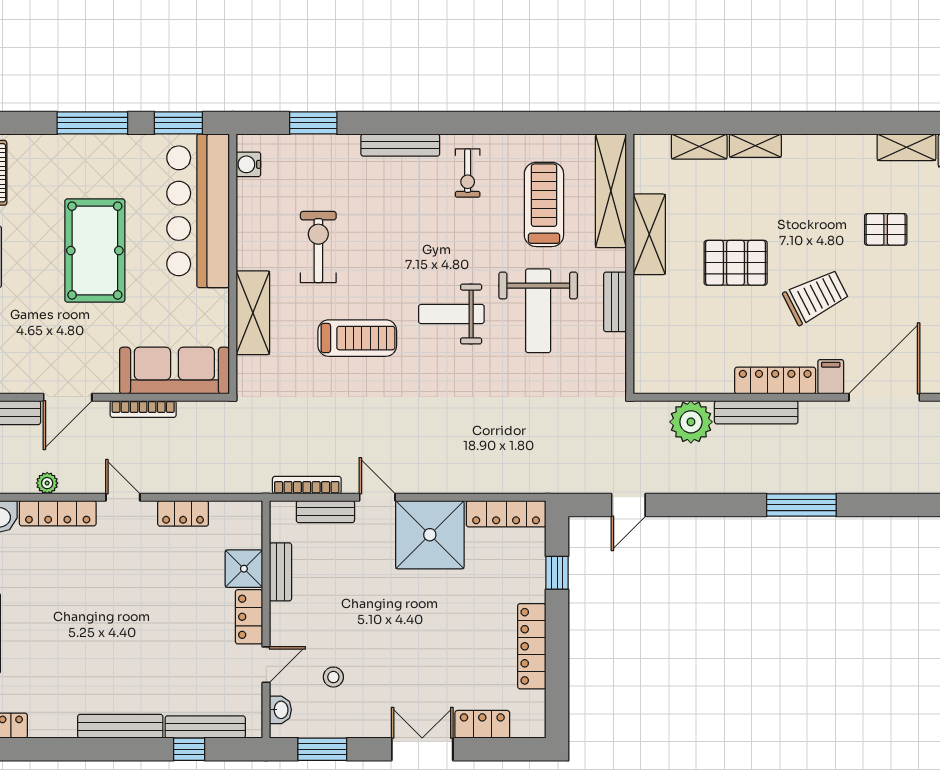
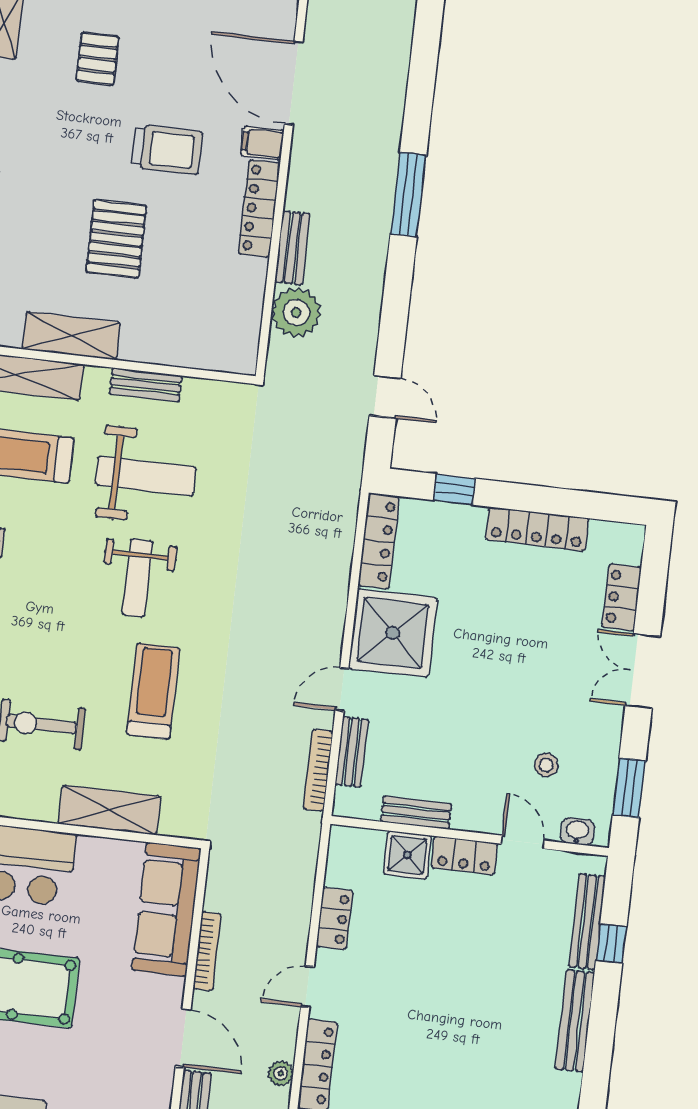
trolley: (816, 297) -> (167, 150), turned 117
bench: (756, 412) -> (292, 248), width x0.73

